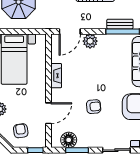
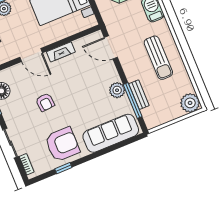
plant: (90, 41) -> (117, 90), moved
door: (48, 113) -> (31, 55), moved

